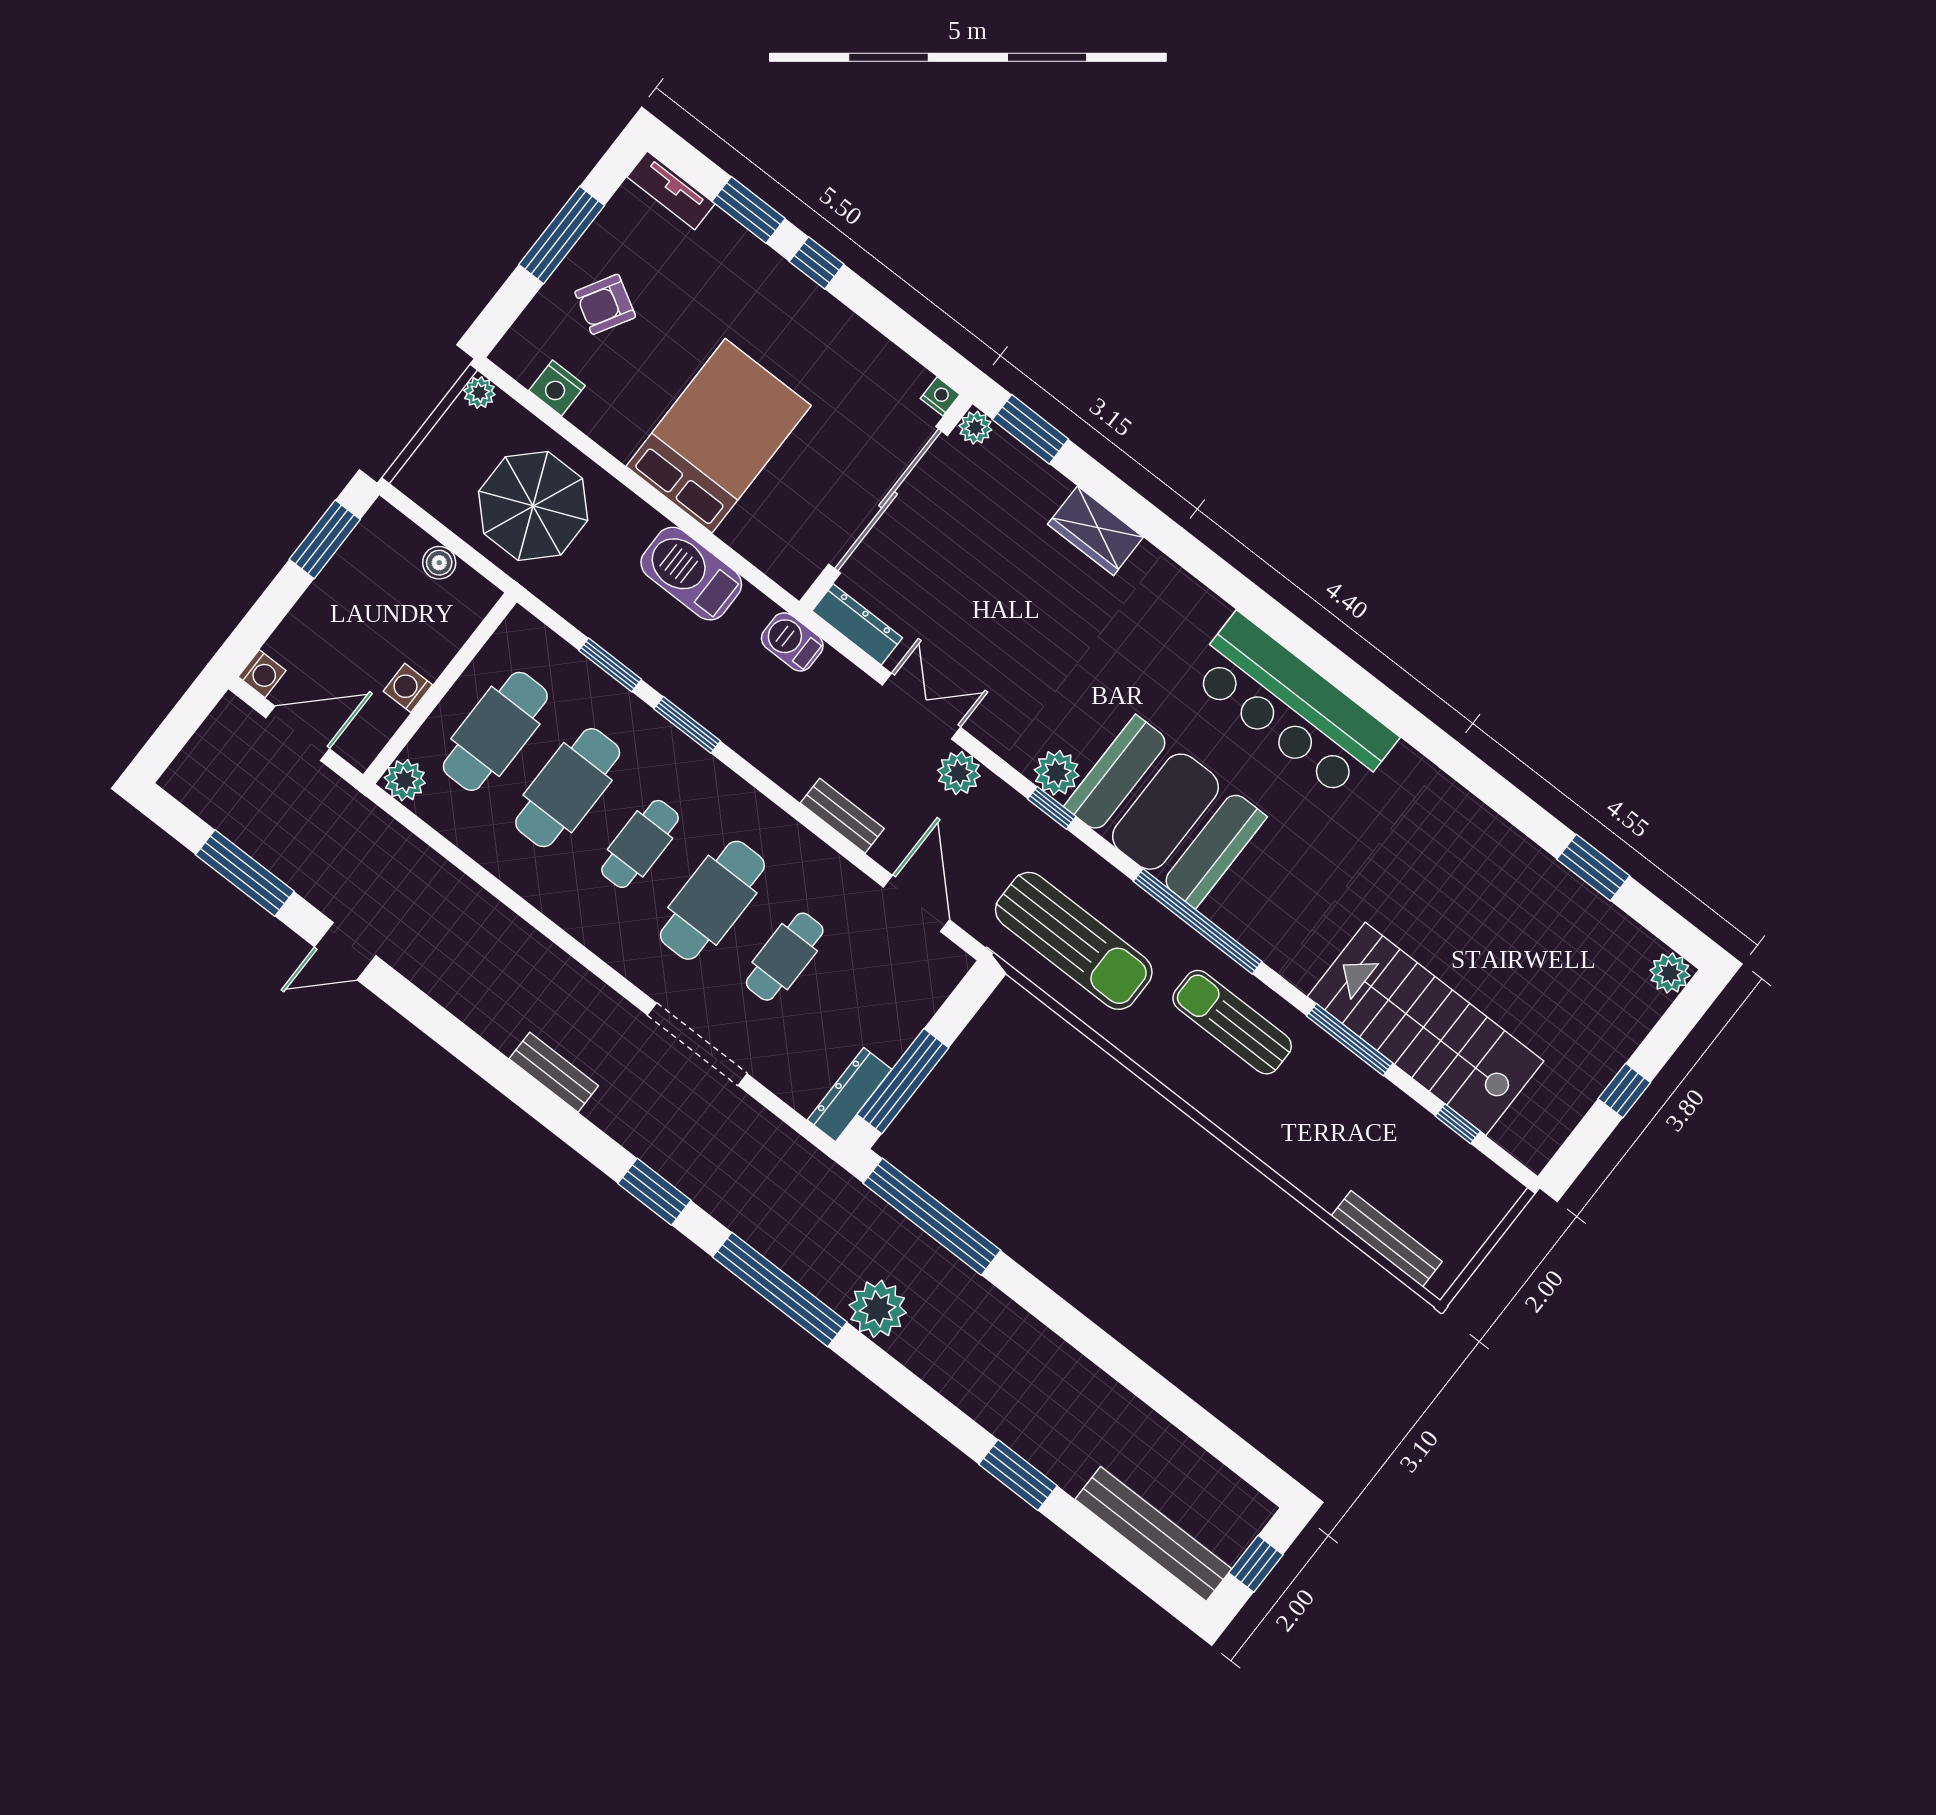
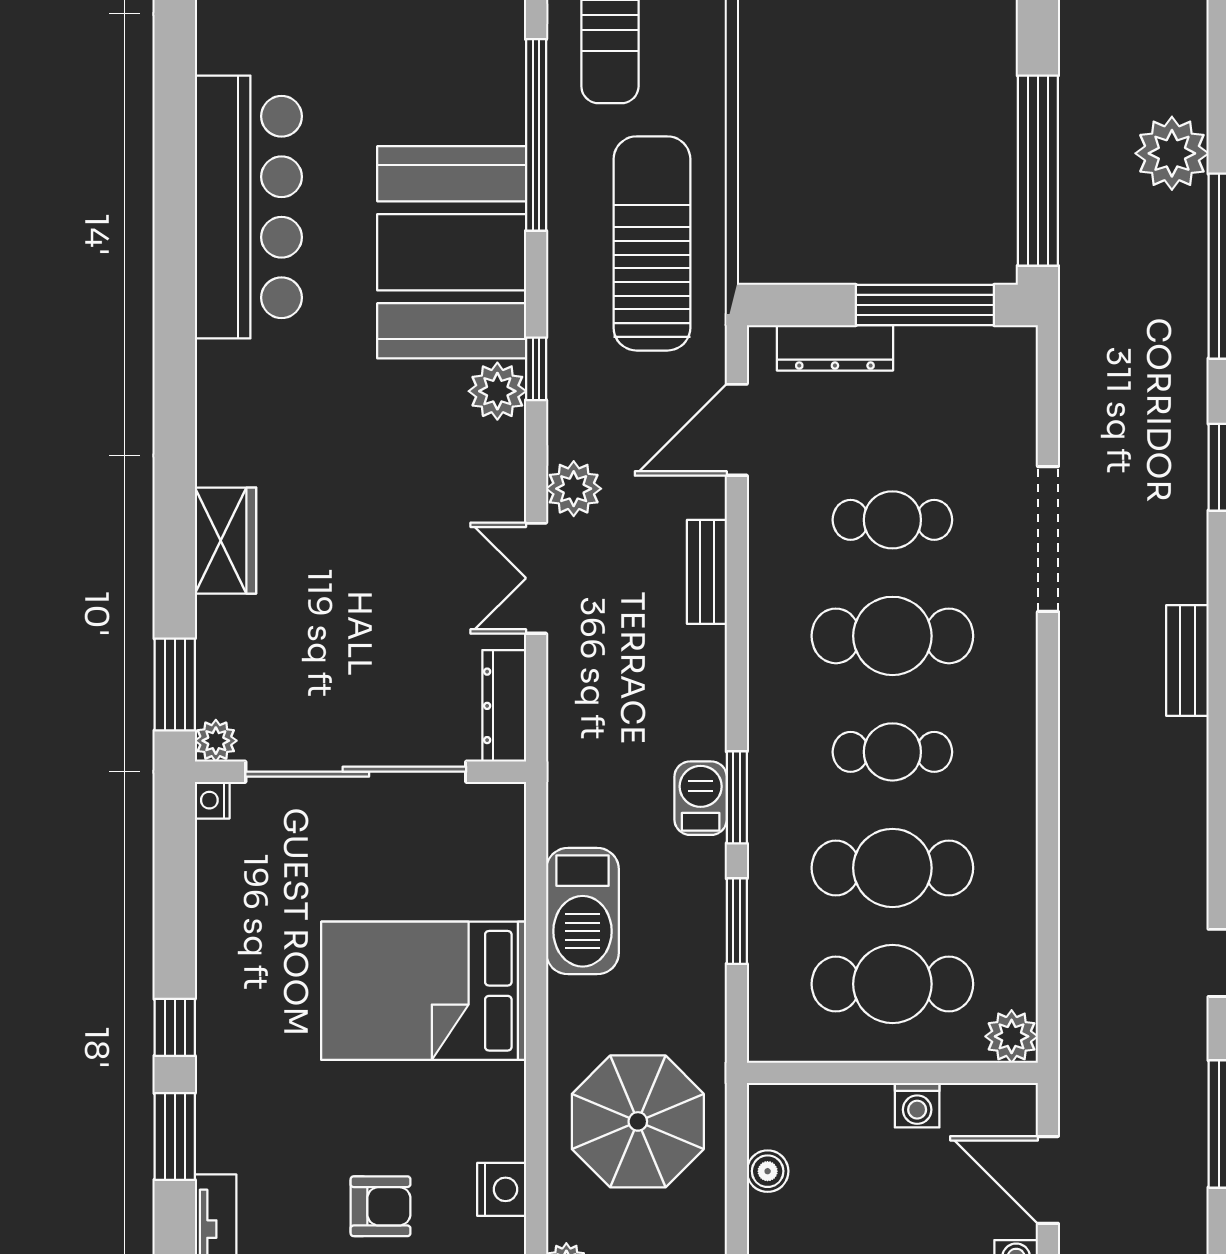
armchair: (605, 304) -> (380, 1206), turned -30
barbecue: (792, 642) -> (701, 798), moved, turned 180
dresser: (850, 1095) -> (835, 348), moved

